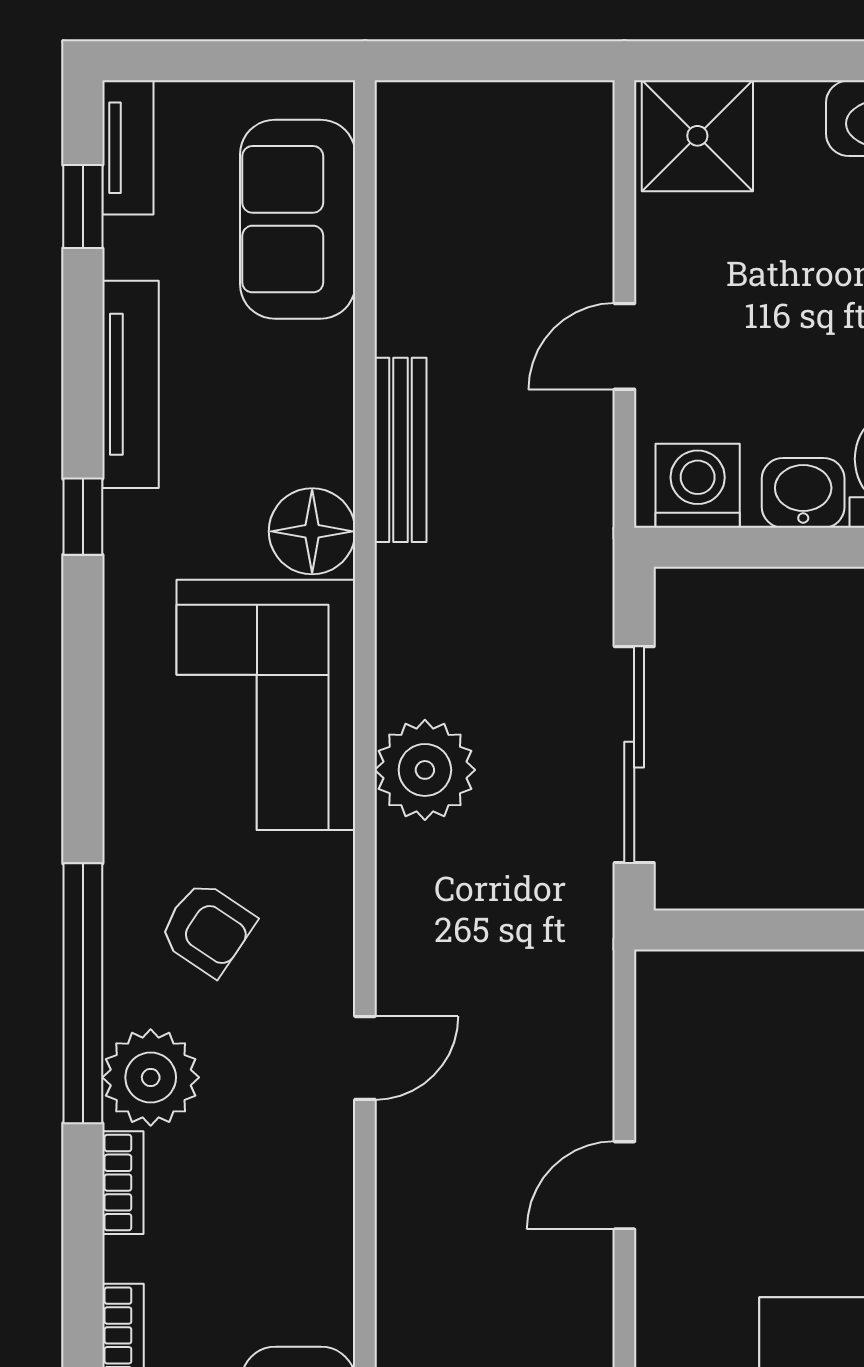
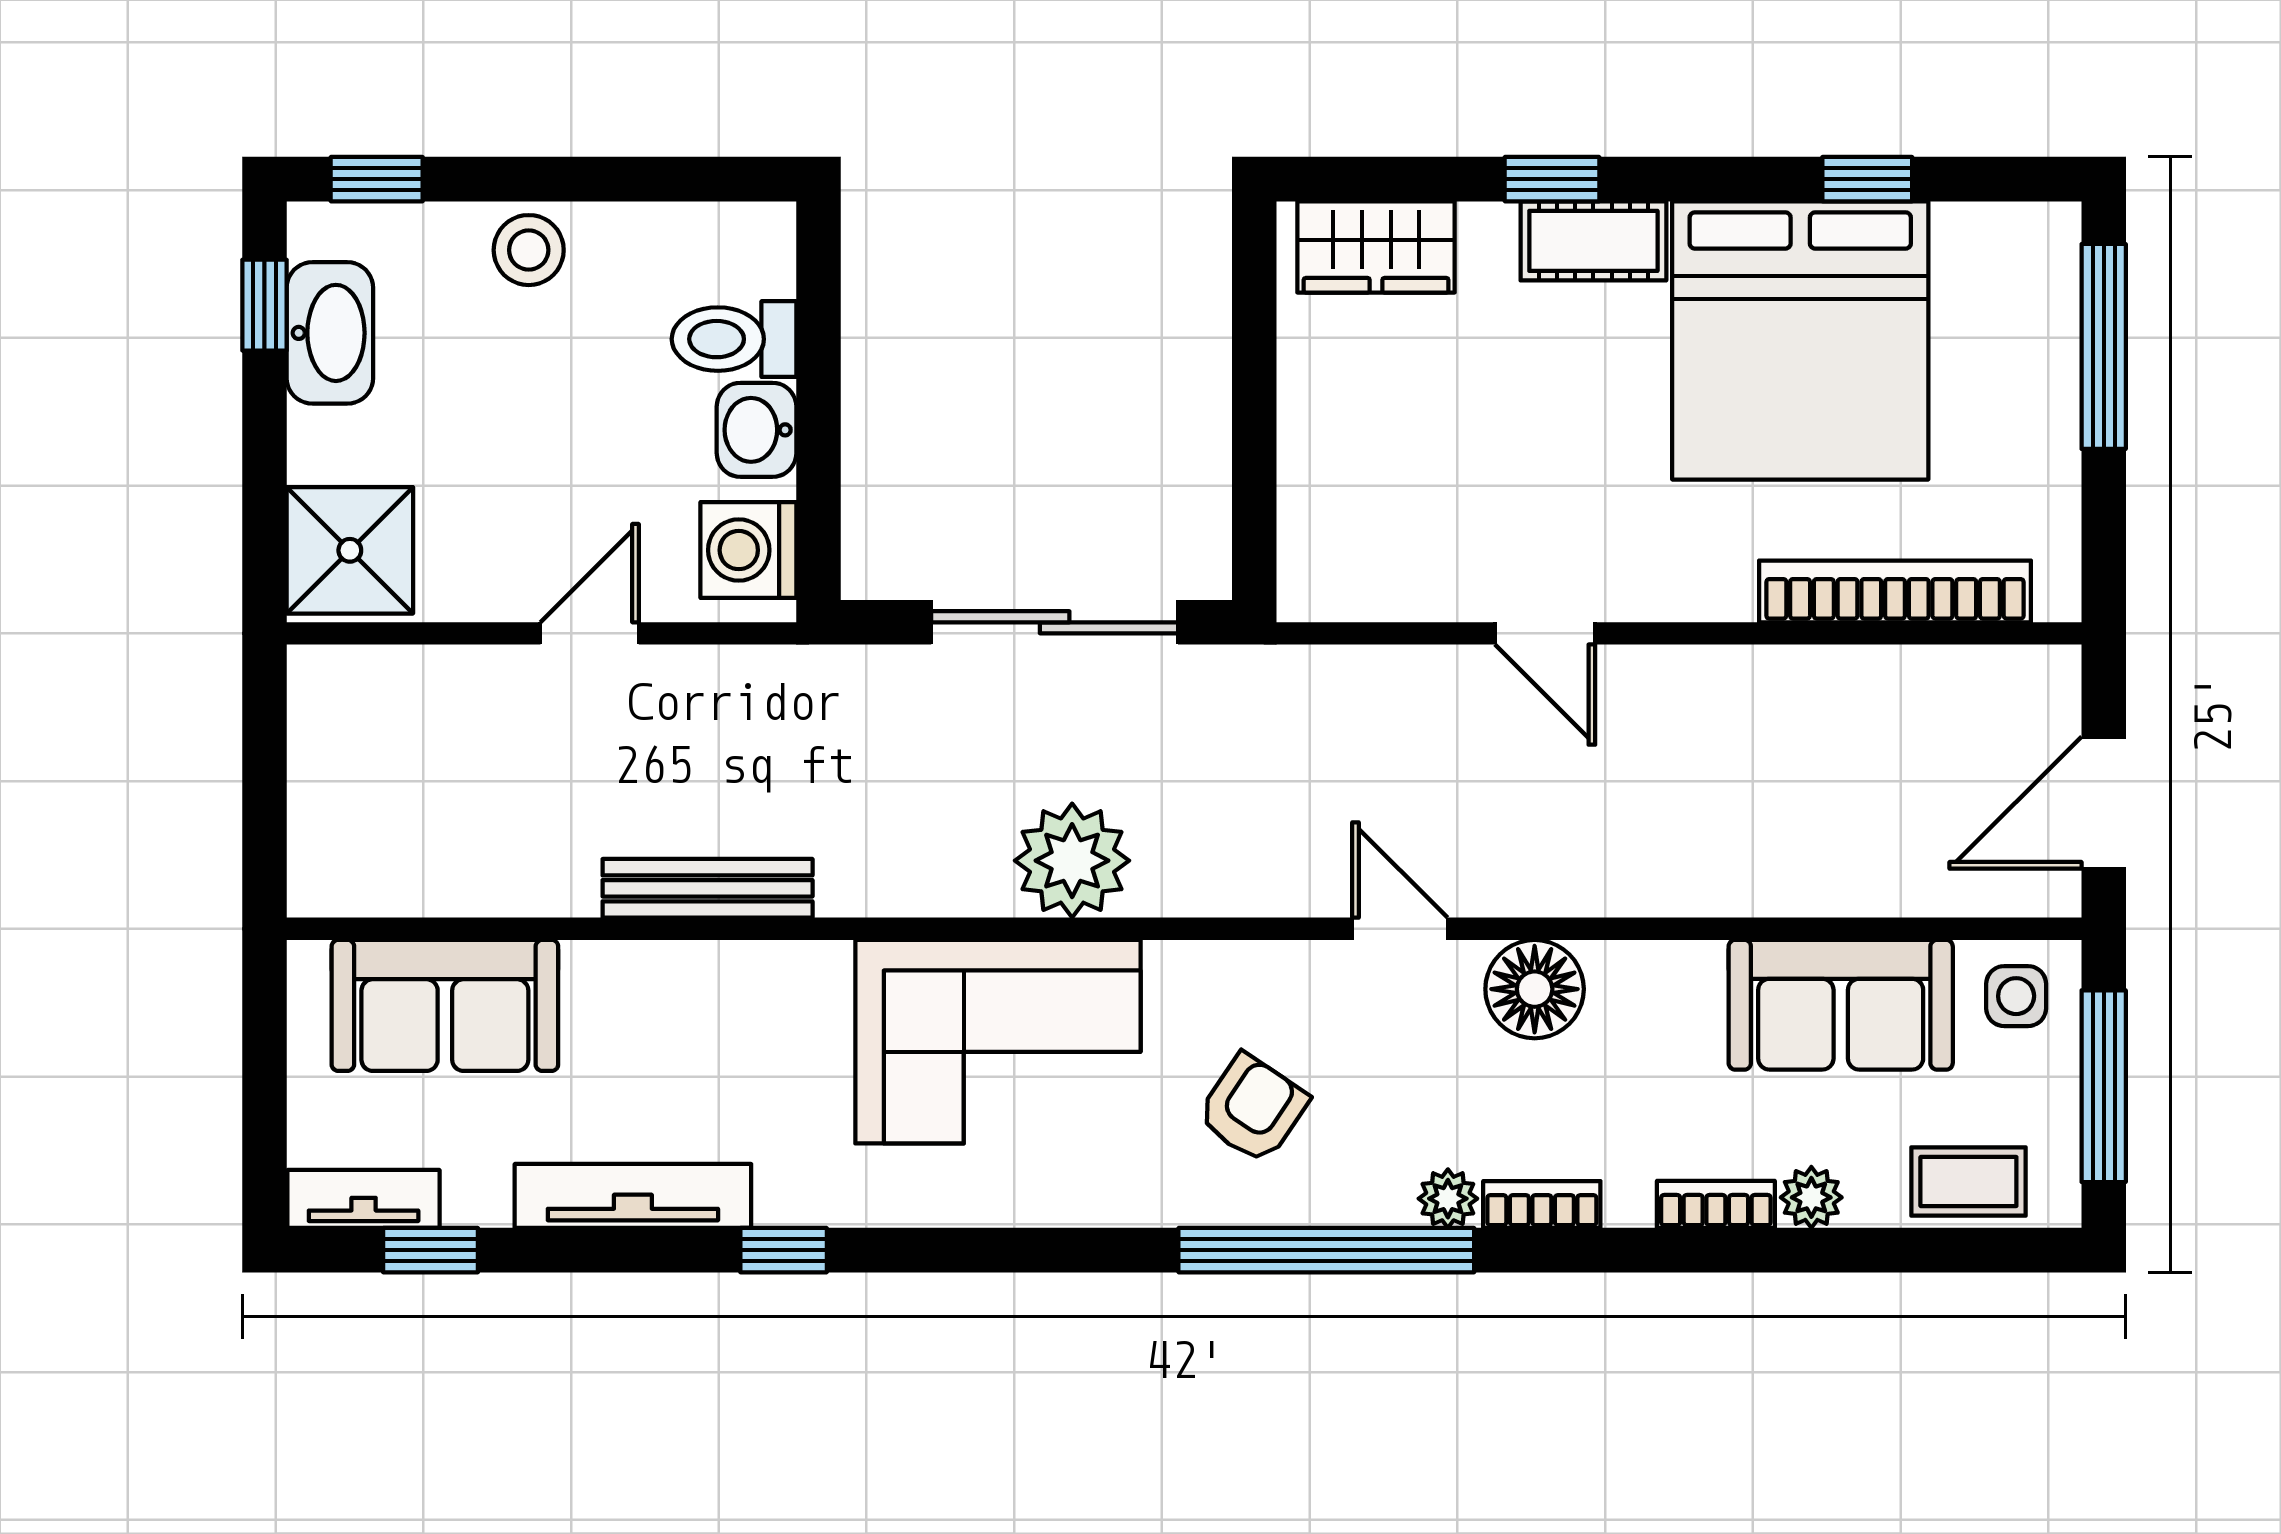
door: (624, 346) -> (590, 633), swing flipped
floor lamp: (312, 531) -> (1535, 989), moved
plant: (151, 1077) -> (1448, 1199), width x0.53, depth x0.53

